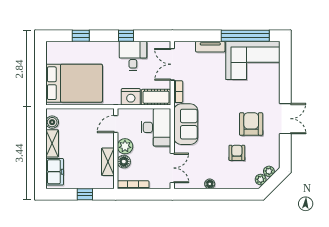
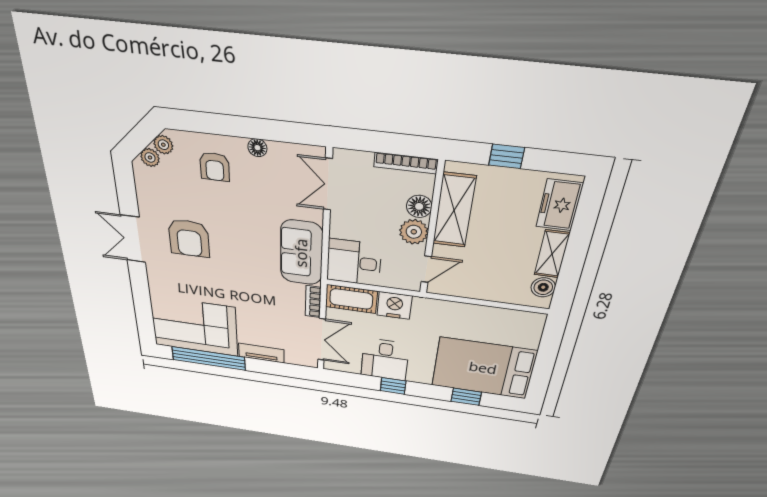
bed: (74, 83) -> (483, 368), moved
desk: (156, 127) -> (354, 262), width x0.73
armchair: (237, 153) -> (215, 167), moved
shelving: (108, 162) -> (454, 210), width x1.50, depth x1.33

